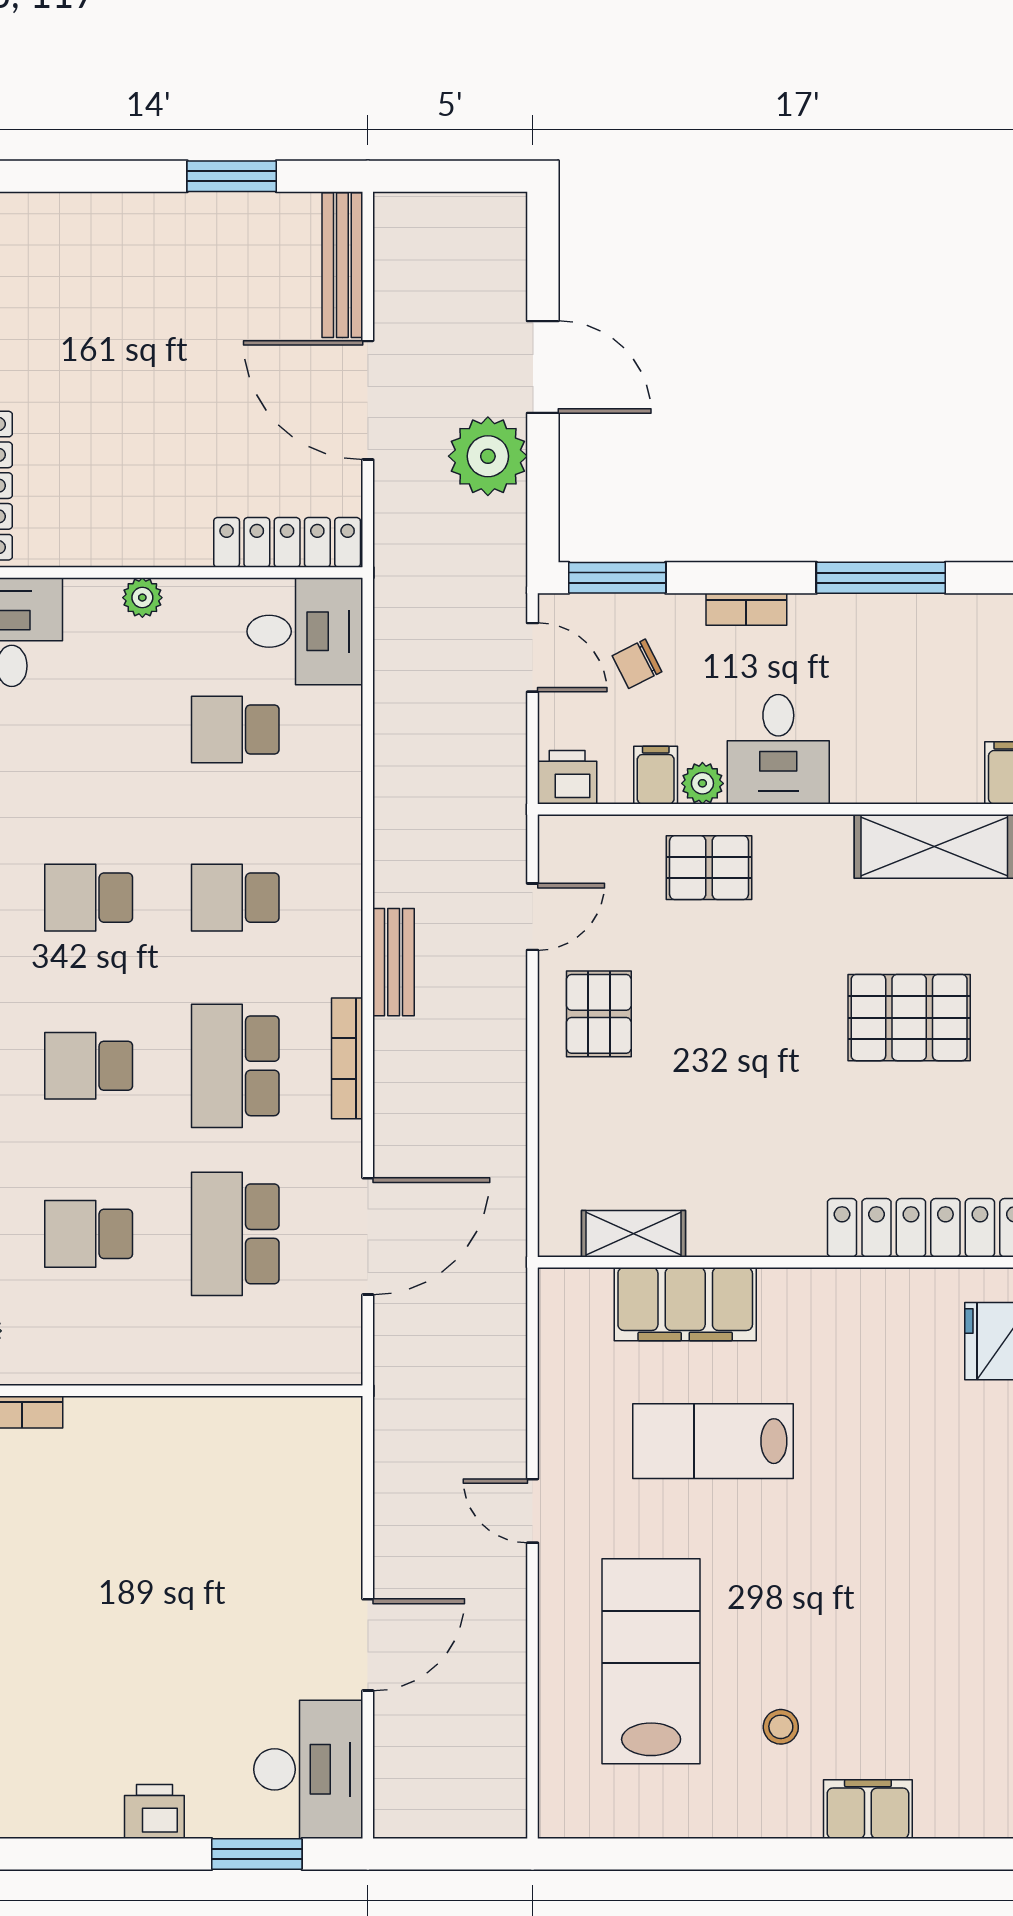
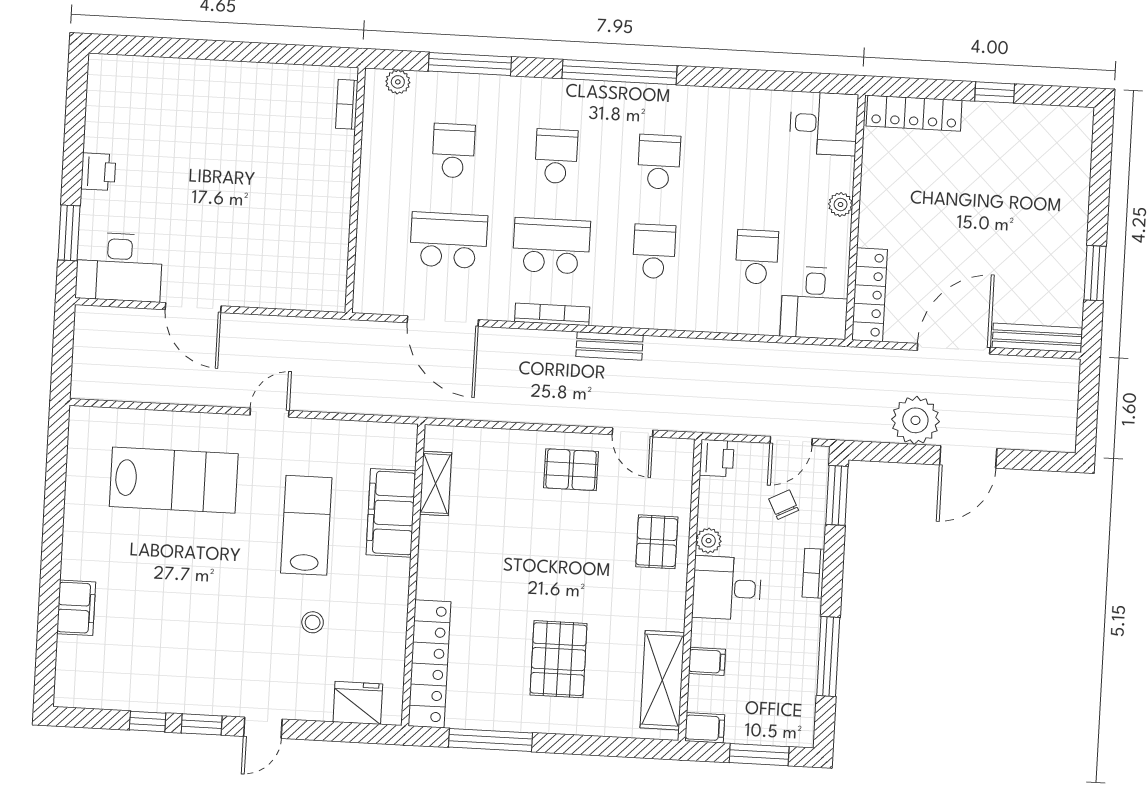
filing cabinet: (656, 775) -> (707, 661), moved
stool: (781, 1727) -> (313, 622), moved

